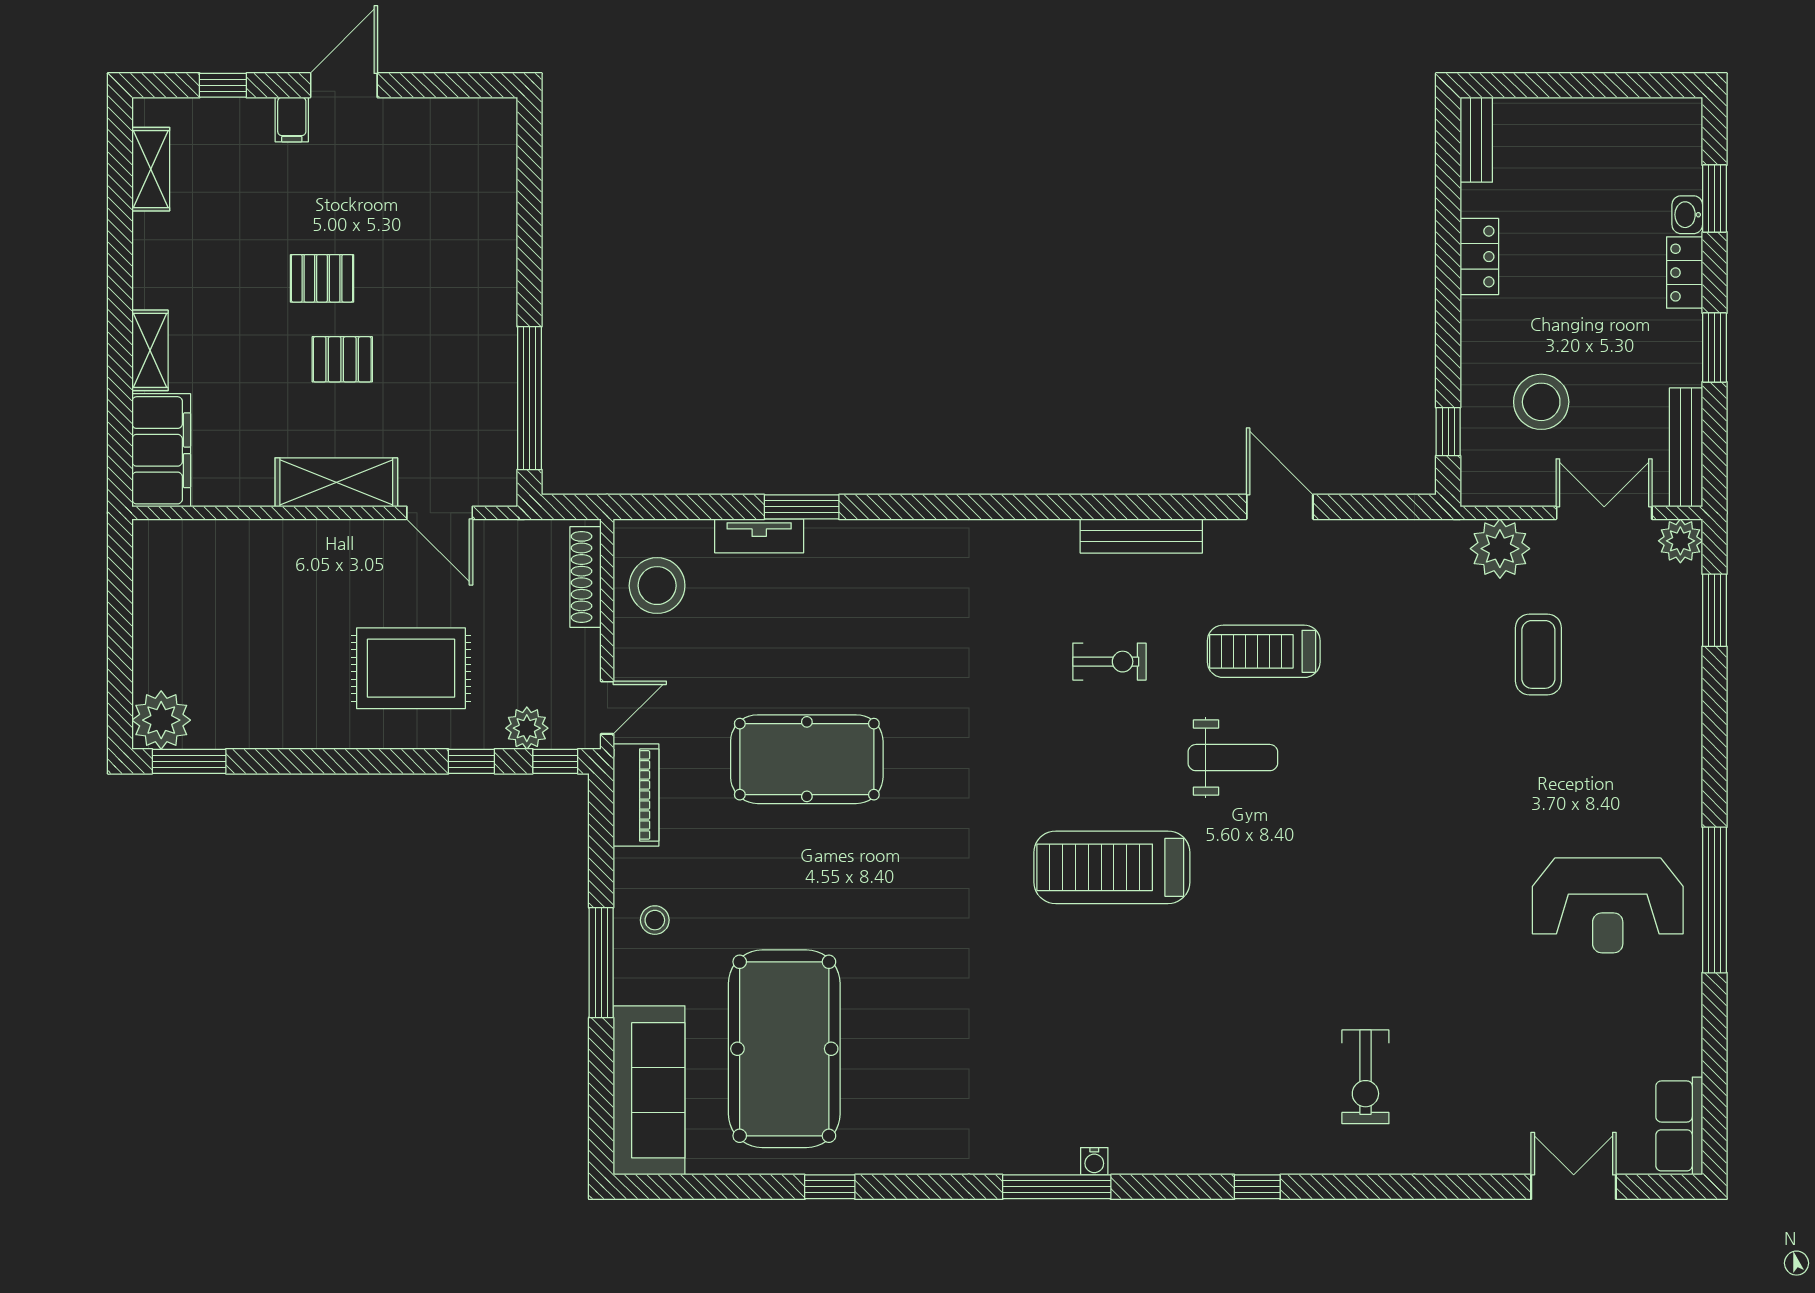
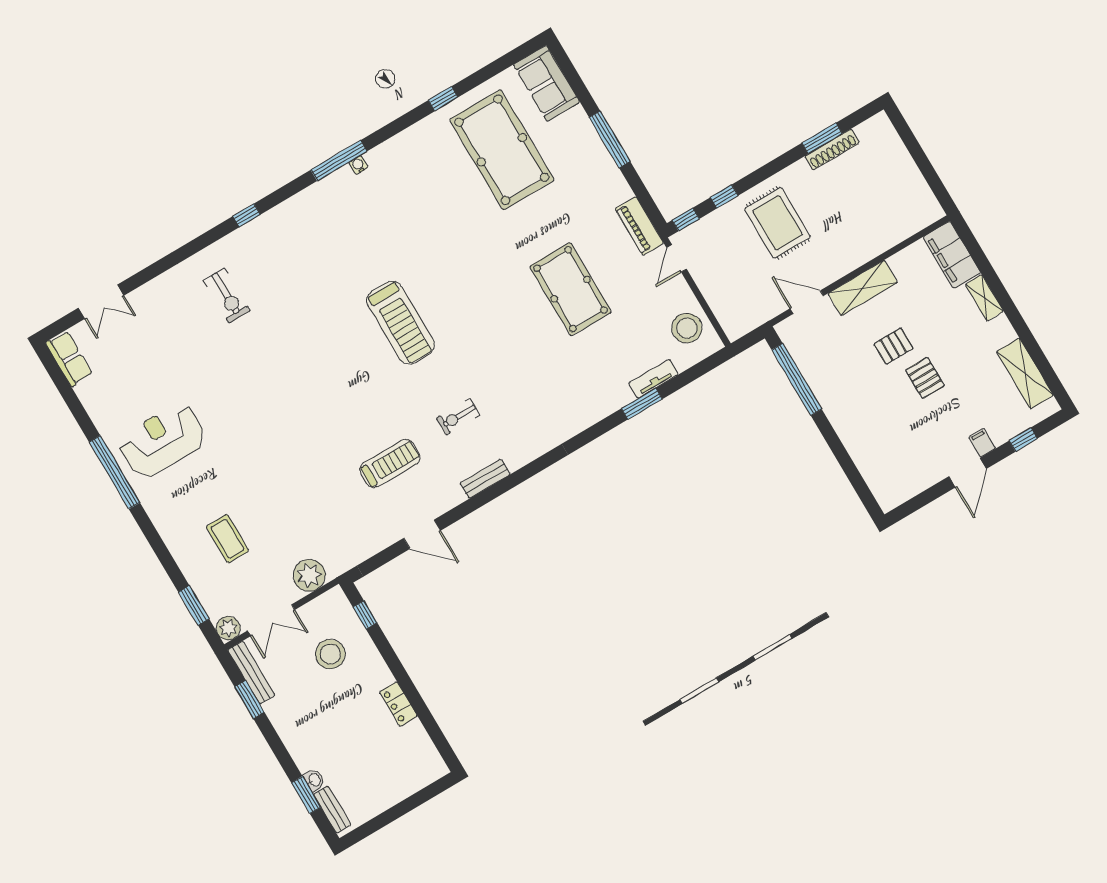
bench: (1476, 140) -> (332, 810), moved
shelving: (151, 169) -> (1025, 373), width x1.50, depth x1.33
locker: (1685, 273) -> (300, 753), removed
pallet: (322, 278) -> (925, 378), turned 90
window: (1715, 348) -> (250, 700), moved
bench: (1141, 536) -> (485, 479), width x0.73
shoe rack: (586, 577) -> (832, 150), moved, turned 90
coffee table: (1538, 654) -> (227, 539), moved
rug: (411, 668) -> (777, 223), turned 90
plant: (161, 720) -> (878, 131), removed
plant: (527, 728) -> (708, 227), removed
weight bench: (1233, 758) -> (375, 406), removed
pool table: (807, 759) -> (571, 289), turned 90
window: (189, 761) -> (822, 138), moved
treadmill: (1112, 867) -> (401, 323), turned 90
stool: (655, 920) -> (597, 174), removed
exercise bike: (1365, 1077) -> (227, 296), turned 180
sofa: (649, 1090) -> (547, 83), width x0.73
water cooler: (1094, 1161) -> (358, 165), moved

